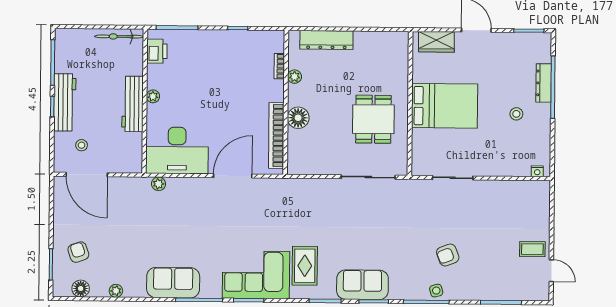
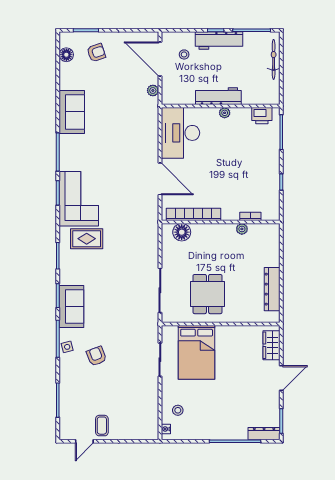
bicycle: (119, 37) -> (274, 59), moved
dresser: (326, 40) -> (272, 289), moved
dresser: (544, 83) -> (264, 434), moved
bed: (445, 106) -> (197, 352), moved
stool: (516, 114) -> (178, 410), moved
floor lamp: (298, 118) -> (182, 232), moved
dining table: (373, 119) -> (207, 294), turned 90
door: (87, 175) -> (160, 59), hinge flipped
plant: (158, 184) -> (153, 90), moved
sofa: (173, 283) -> (72, 112), moved
sofa: (362, 285) -> (71, 307), moved
plant: (116, 291) -> (65, 84), removed

